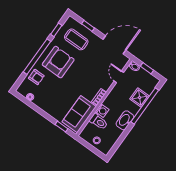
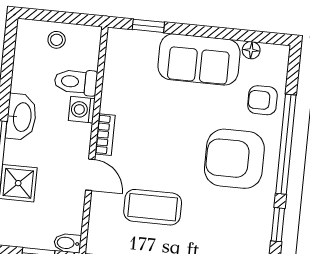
coffee table: (76, 39) -> (153, 207), moved
armchair: (58, 62) -> (234, 159), turned 90
door: (119, 77) -> (90, 175), moved
sofa: (79, 114) -> (199, 59), moved, turned 90

